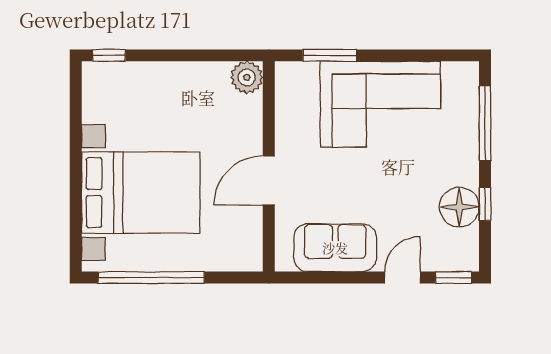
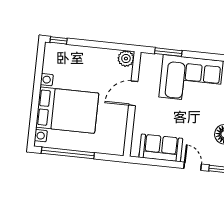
door: (269, 180) -> (133, 93), moved
door: (402, 278) -> (193, 166), hinge flipped

